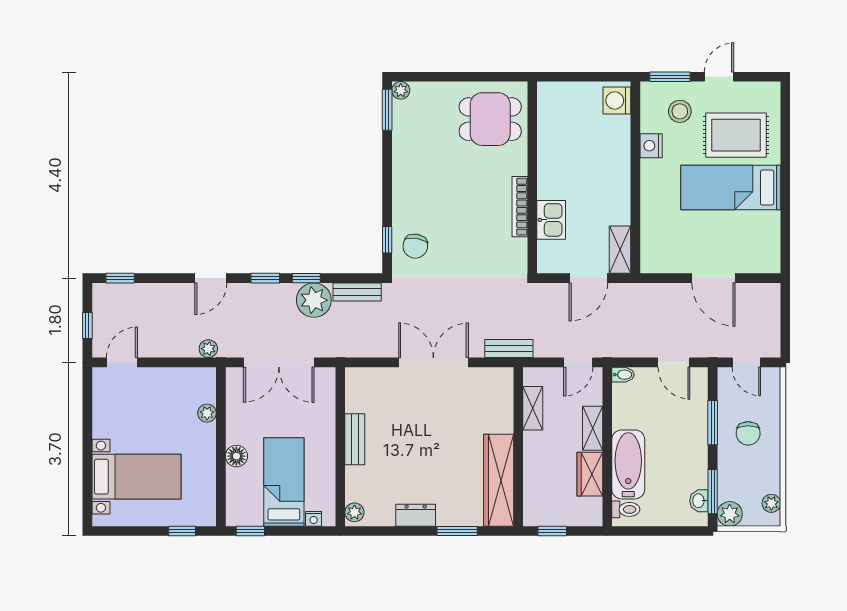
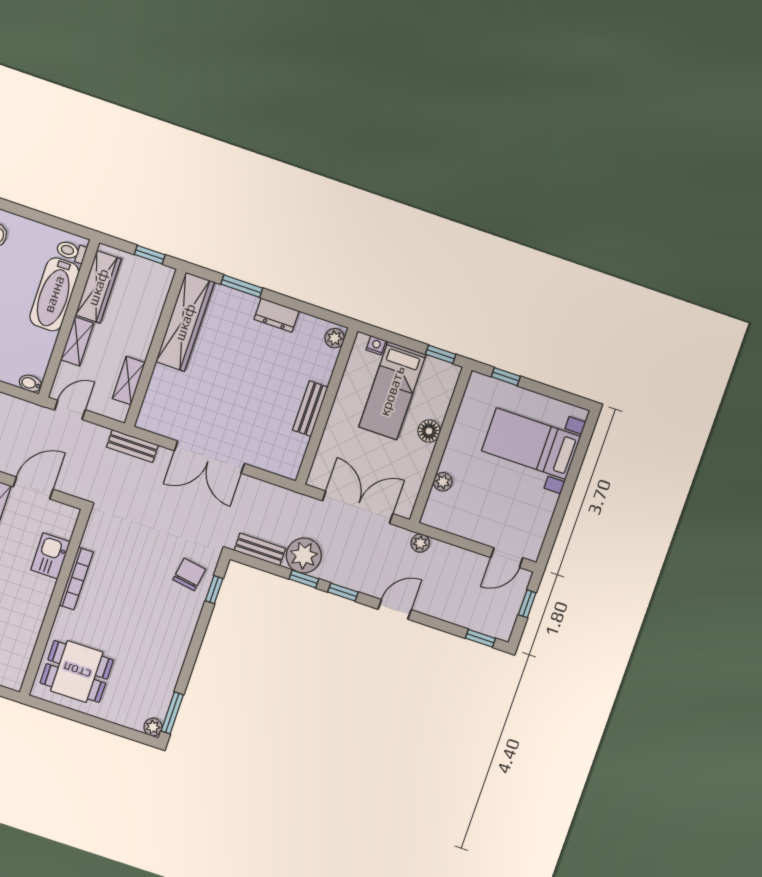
wardrobe: (590, 474) -> (98, 287), width x1.50

